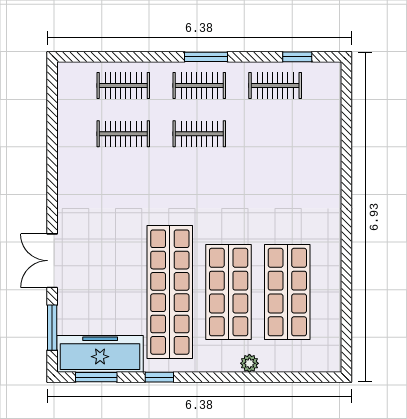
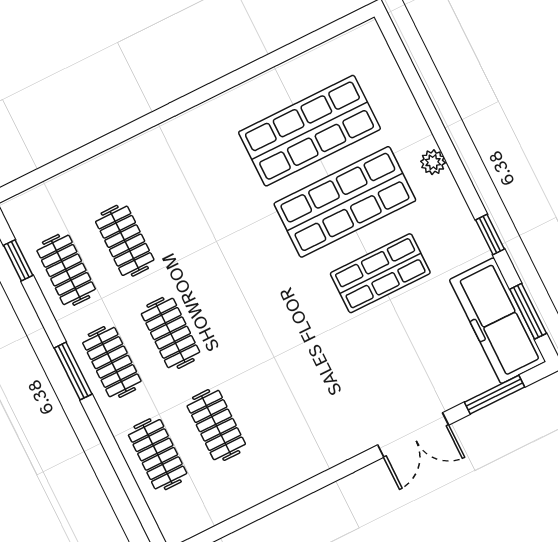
clothes rail: (275, 134) -> (125, 241), added
shop shelf: (170, 292) -> (380, 273), width x0.50, depth x0.74
plant: (249, 363) -> (433, 162), moved

